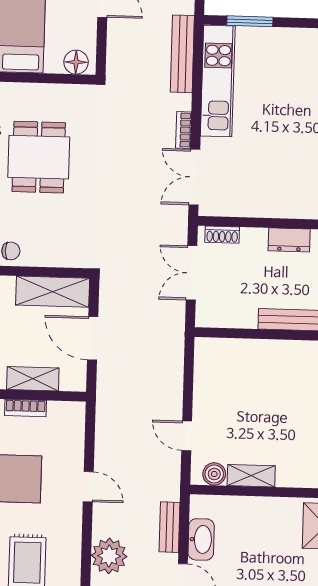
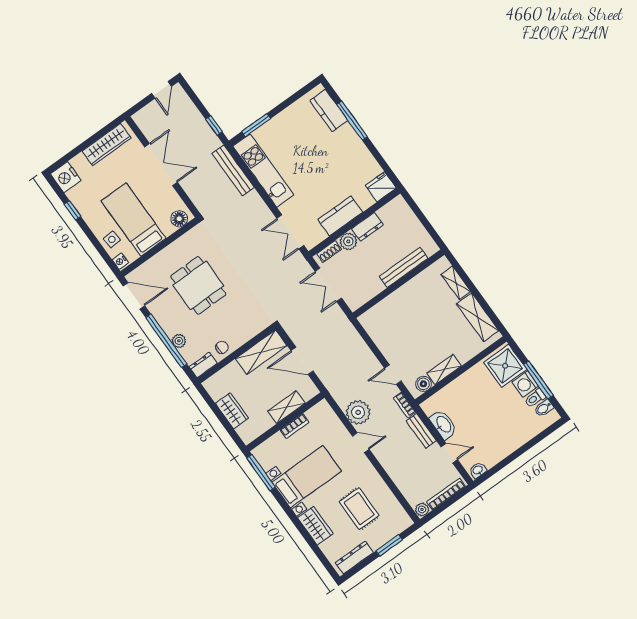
bookcase: (184, 130) -> (405, 405), moved
kitchen counter: (267, 203) -> (340, 216), added
plant: (254, 240) -> (348, 241), added
plant: (109, 556) -> (358, 412), moved

